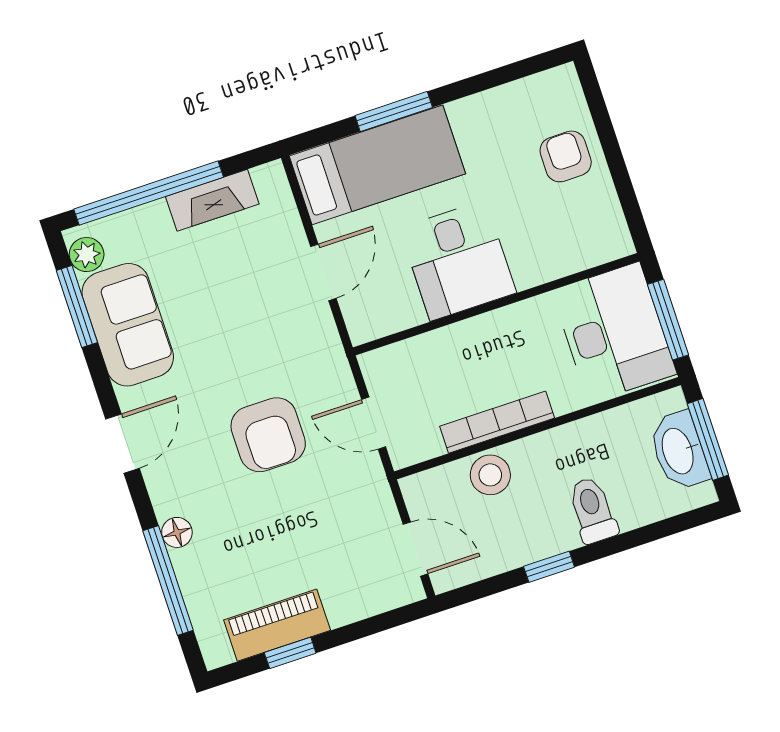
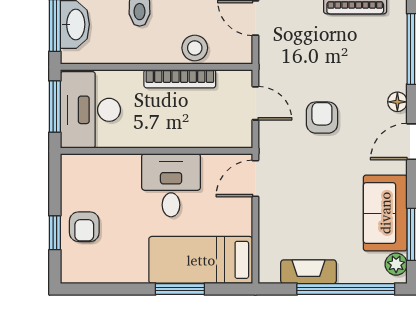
window: (606, 133) -> (55, 233), added
door: (323, 272) -> (255, 179), moved
armchair: (268, 435) -> (322, 118), width x0.72, depth x0.72
floor lamp: (177, 532) -> (397, 102), moved

